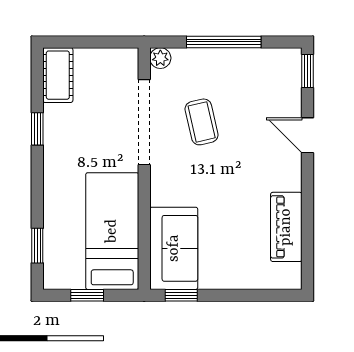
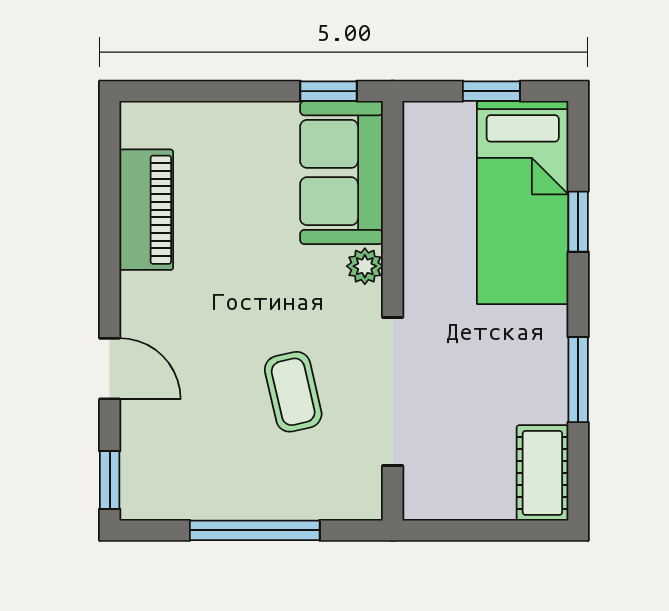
plant: (160, 58) -> (365, 266), moved
window: (37, 129) -> (578, 380), width x1.50
bed: (112, 231) -> (523, 202), moved
window: (37, 246) -> (578, 222), moved

